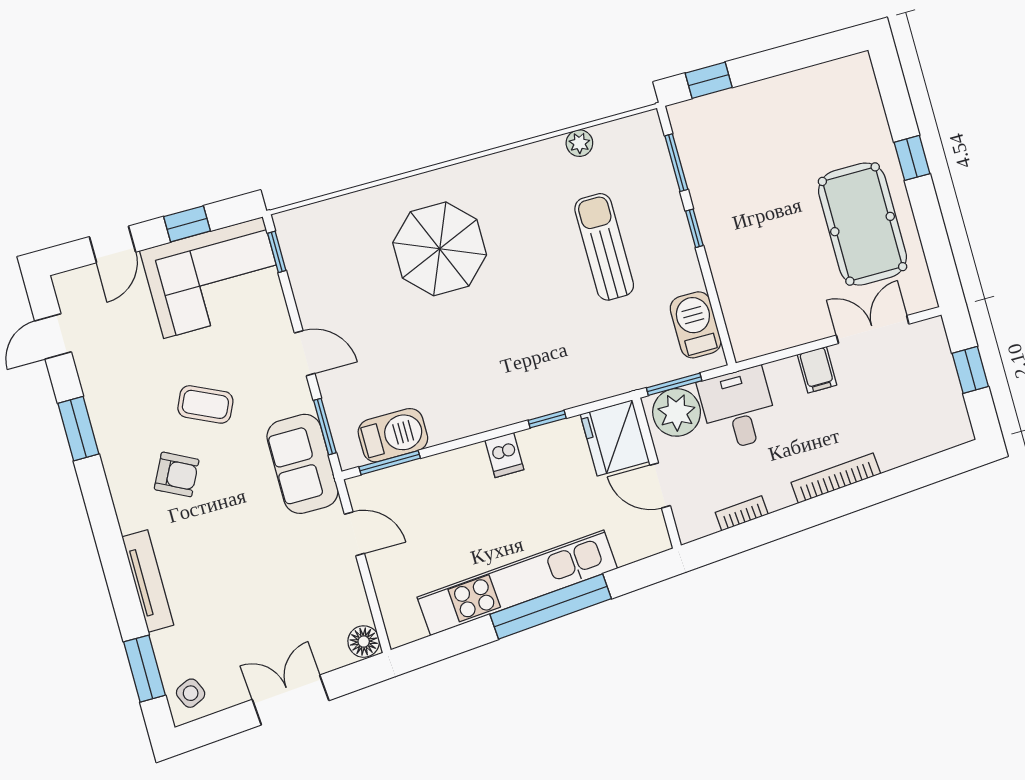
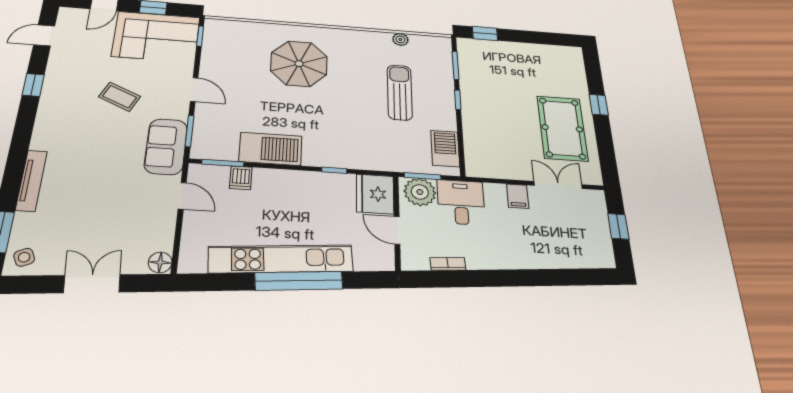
window: (78, 429) -> (33, 85), width x0.67
barbecue: (393, 435) -> (271, 149), moved, width x1.37, depth x1.21
dishwasher: (504, 455) -> (241, 178), moved
armchair: (177, 474) -> (82, 128), removed
bookcase: (836, 478) -> (517, 262), removed

